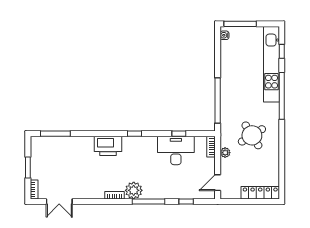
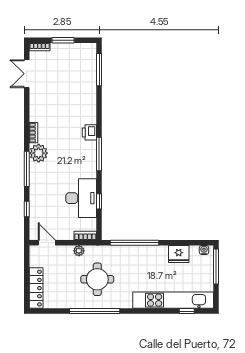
fridge: (228, 59) -> (179, 254), added
window: (282, 96) -> (95, 311), moved
window: (135, 134) -> (99, 154), width x2.17
round table: (252, 135) -> (97, 279), turned 32
printer: (108, 146) -> (89, 132), width x0.53, depth x0.68

